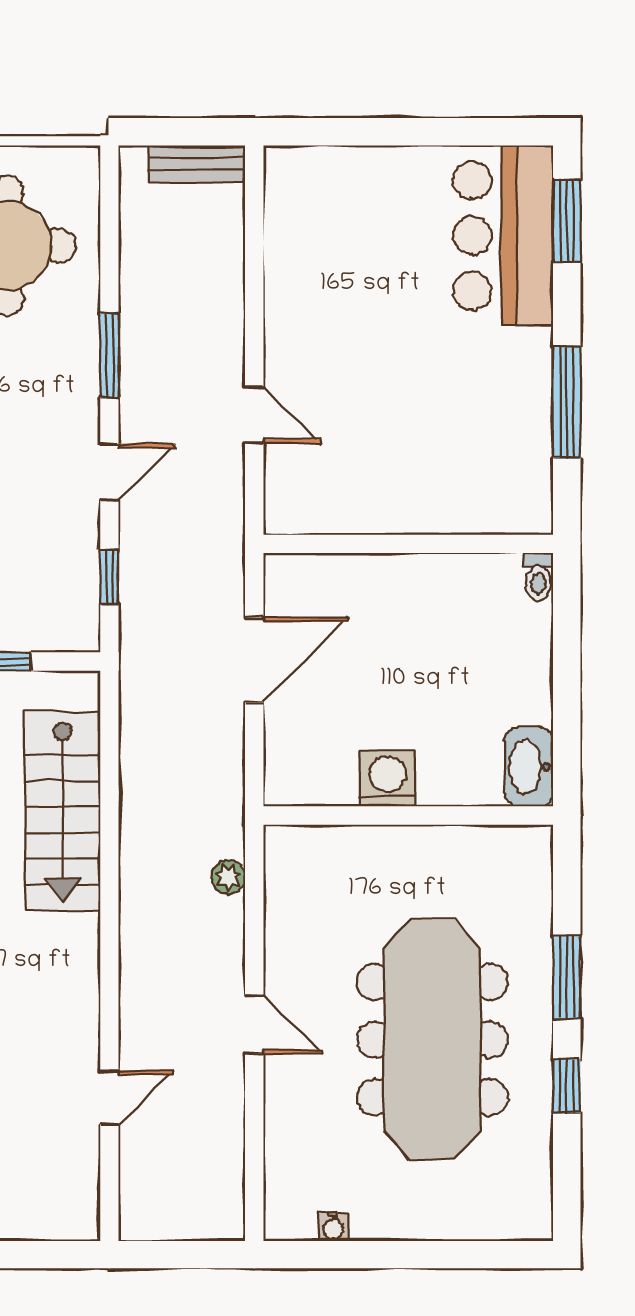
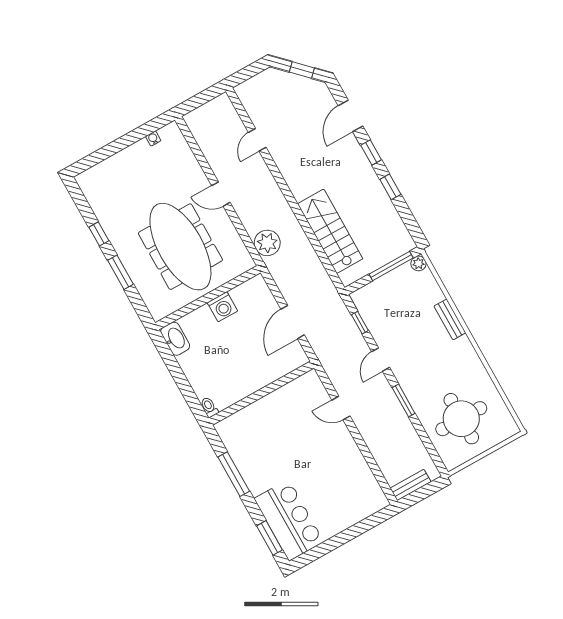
plant: (228, 877) -> (267, 243), width x1.88, depth x1.88
meeting table: (432, 1040) -> (180, 247), moved

